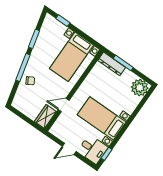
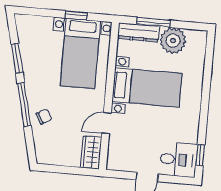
window: (63, 21) -> (76, 15), moved
plant: (140, 88) -> (173, 41), moved
bed with nightstands: (102, 118) -> (147, 87), moved, turned 180

